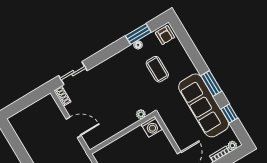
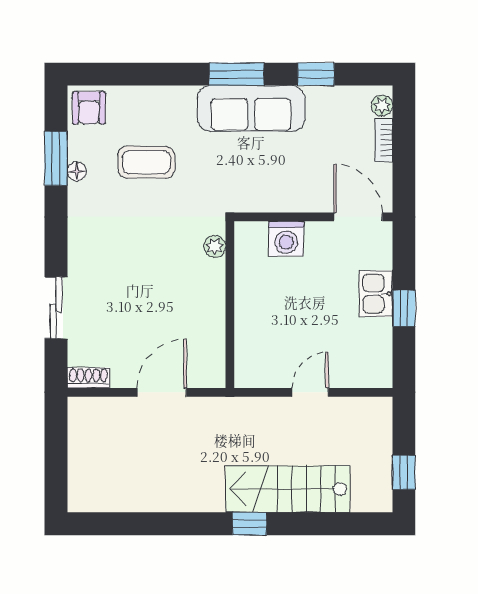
armchair: (165, 35) -> (89, 108), turned 90
sliding door: (73, 73) -> (56, 308), moved
sofa: (204, 105) -> (251, 108), width x0.74, depth x0.79
washing machine: (152, 127) -> (286, 239), moved, turned 90

